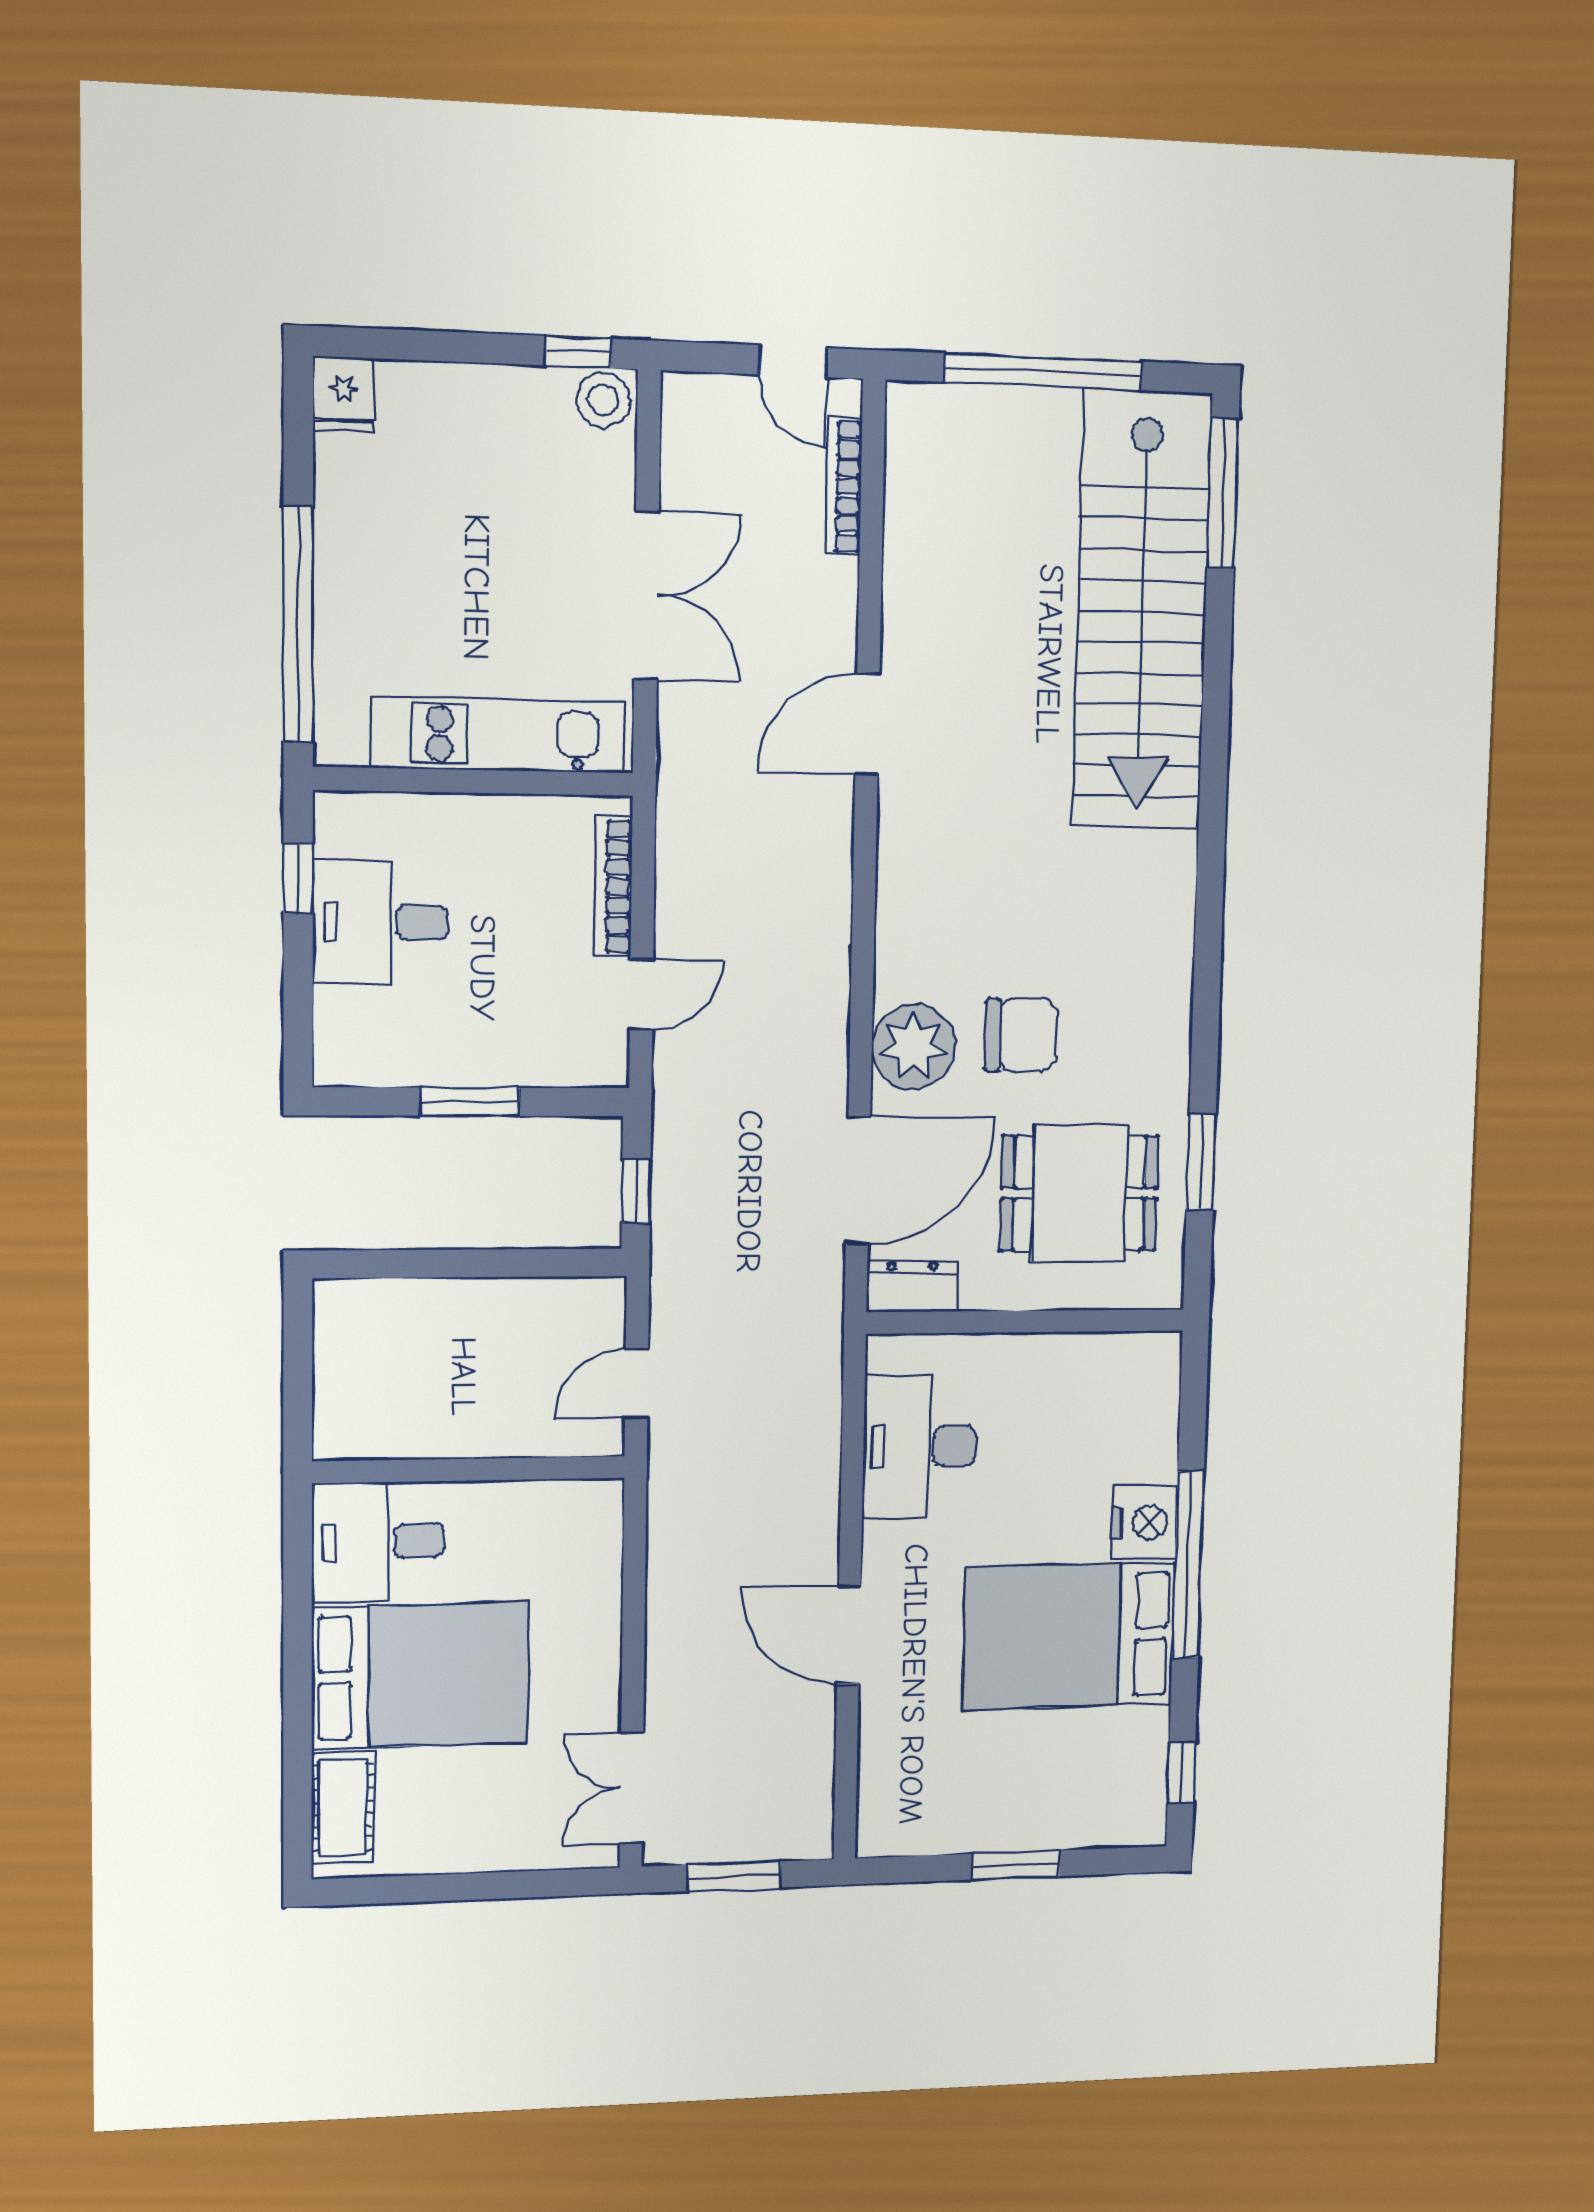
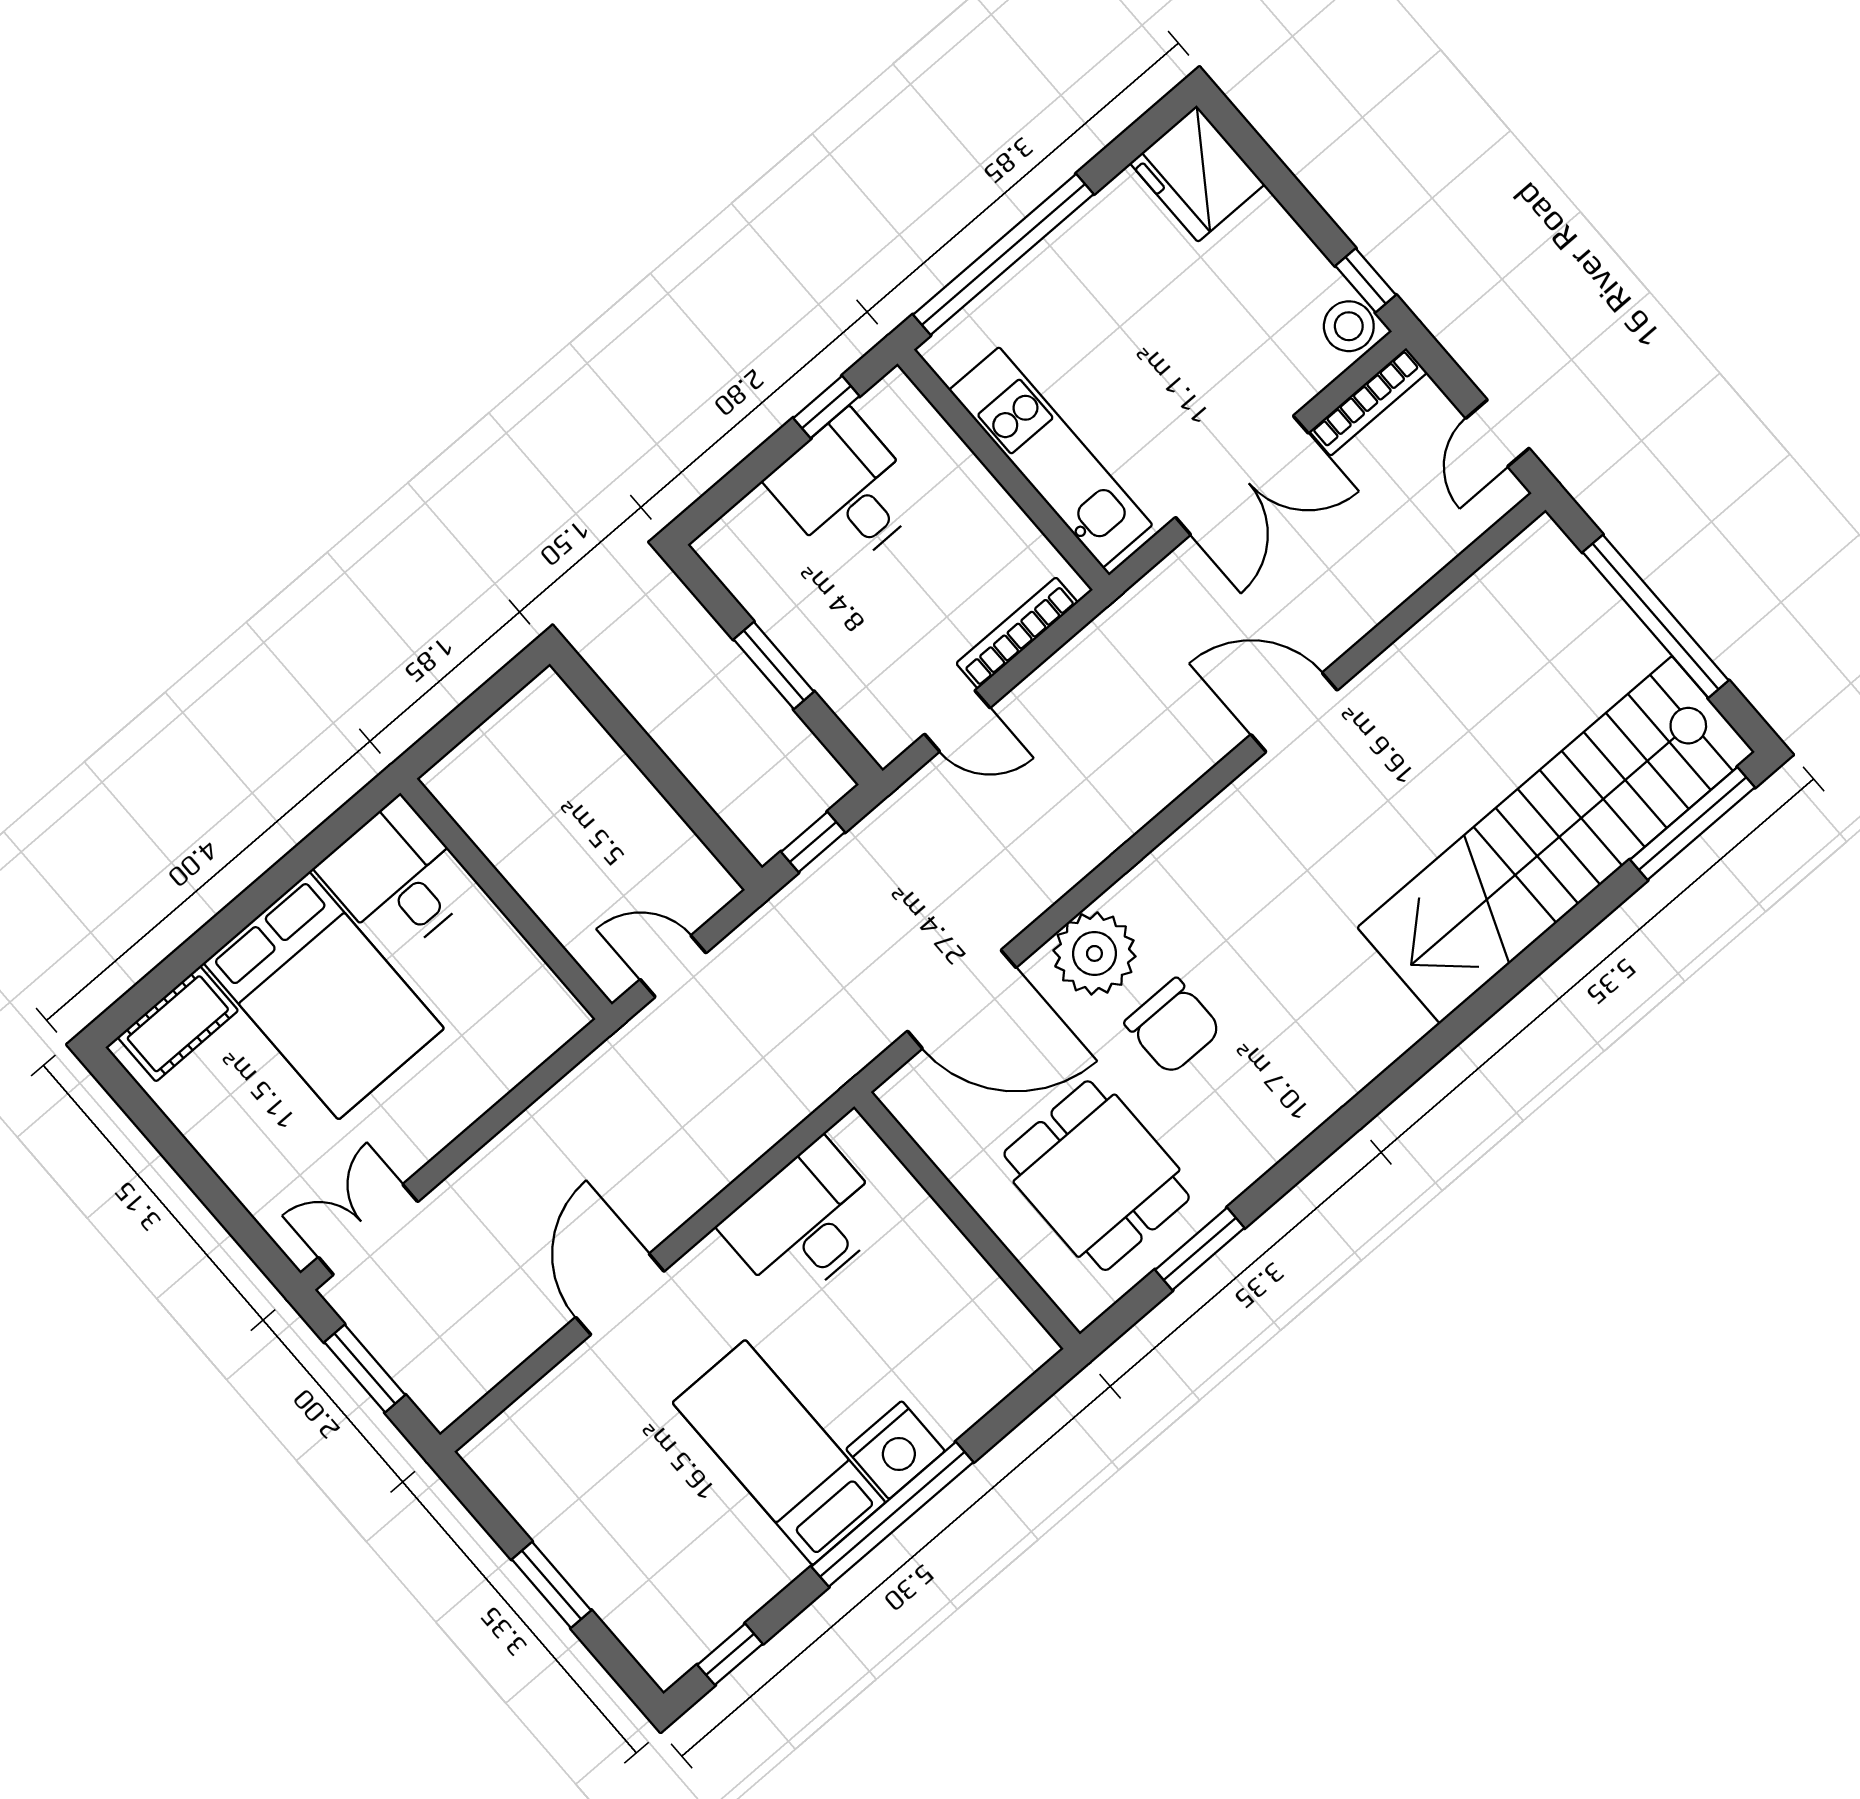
fridge: (344, 394) -> (1197, 174), width x1.88, depth x1.34
bookcase: (844, 487) -> (1368, 402), moved, turned 180
dresser: (912, 1286) -> (919, 1110), removed
bed: (1069, 1636) -> (779, 1452), width x0.67

